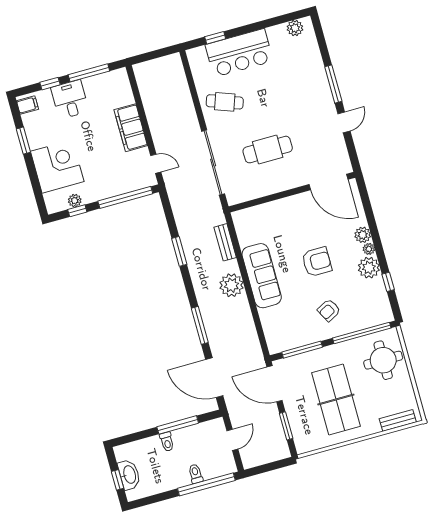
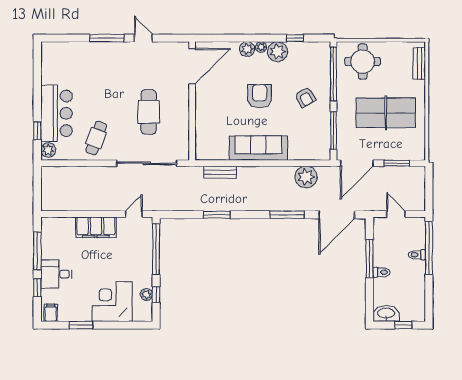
plant: (295, 28) -> (48, 150), moved
plant: (231, 285) -> (306, 177), moved
washbasin: (129, 475) -> (386, 314), moved

